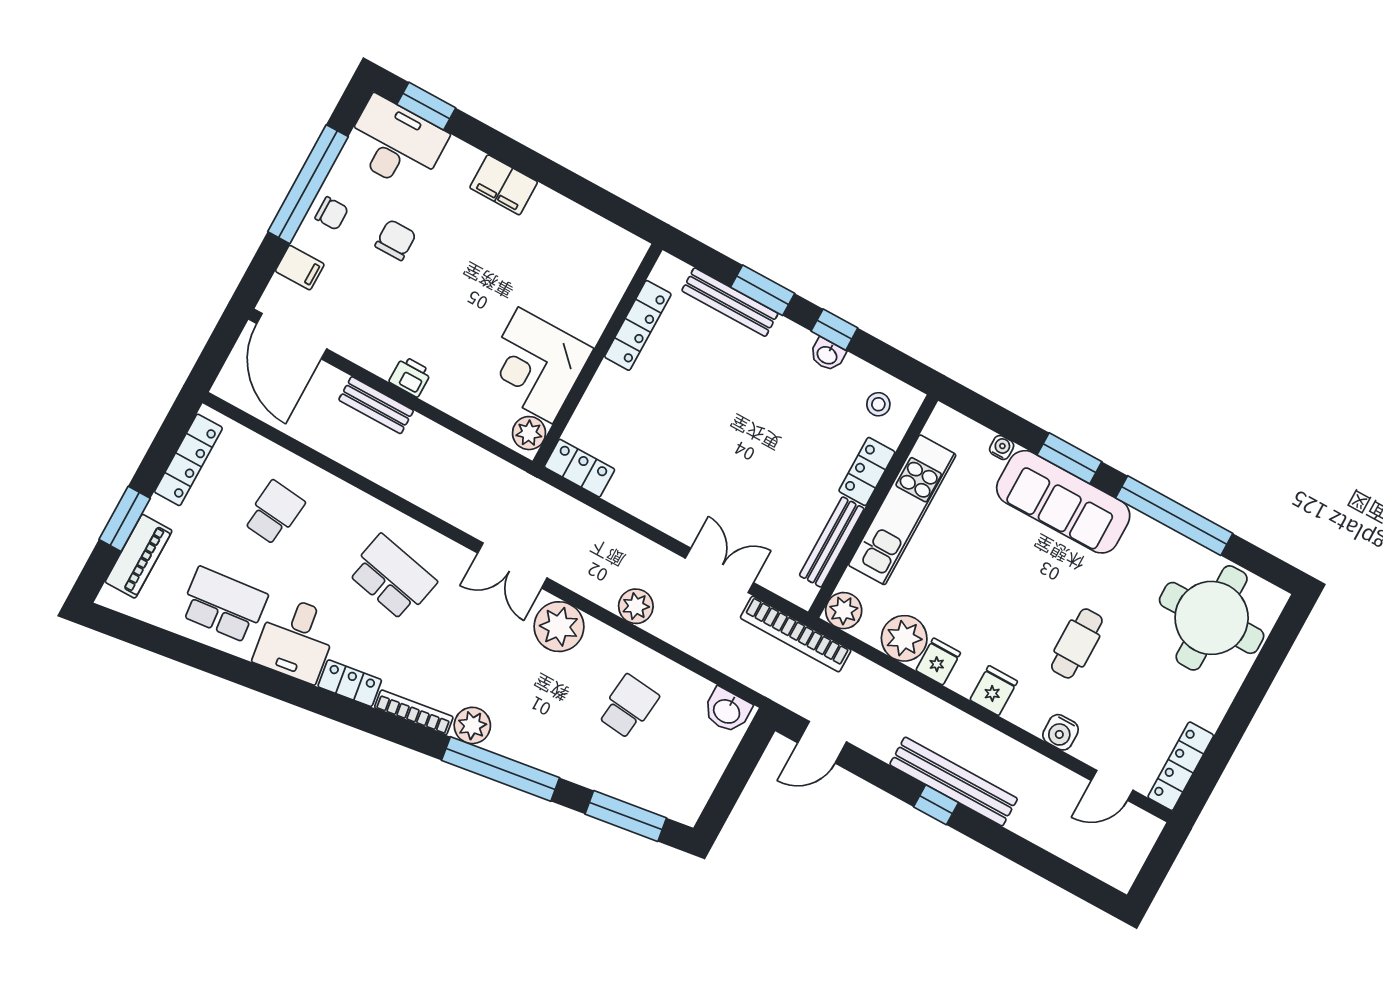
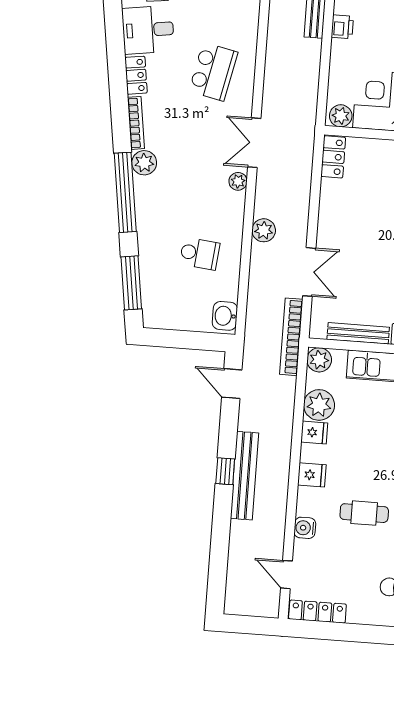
plant: (559, 627) -> (238, 181), width x0.53, depth x0.53

